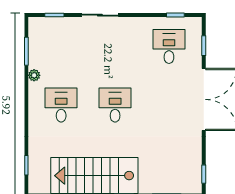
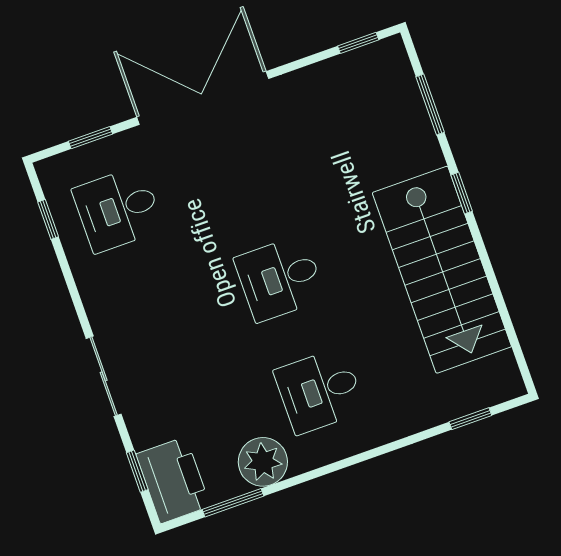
printer: (45, 29) -> (173, 480), added
plant: (34, 75) -> (263, 462), width x1.88, depth x1.88

